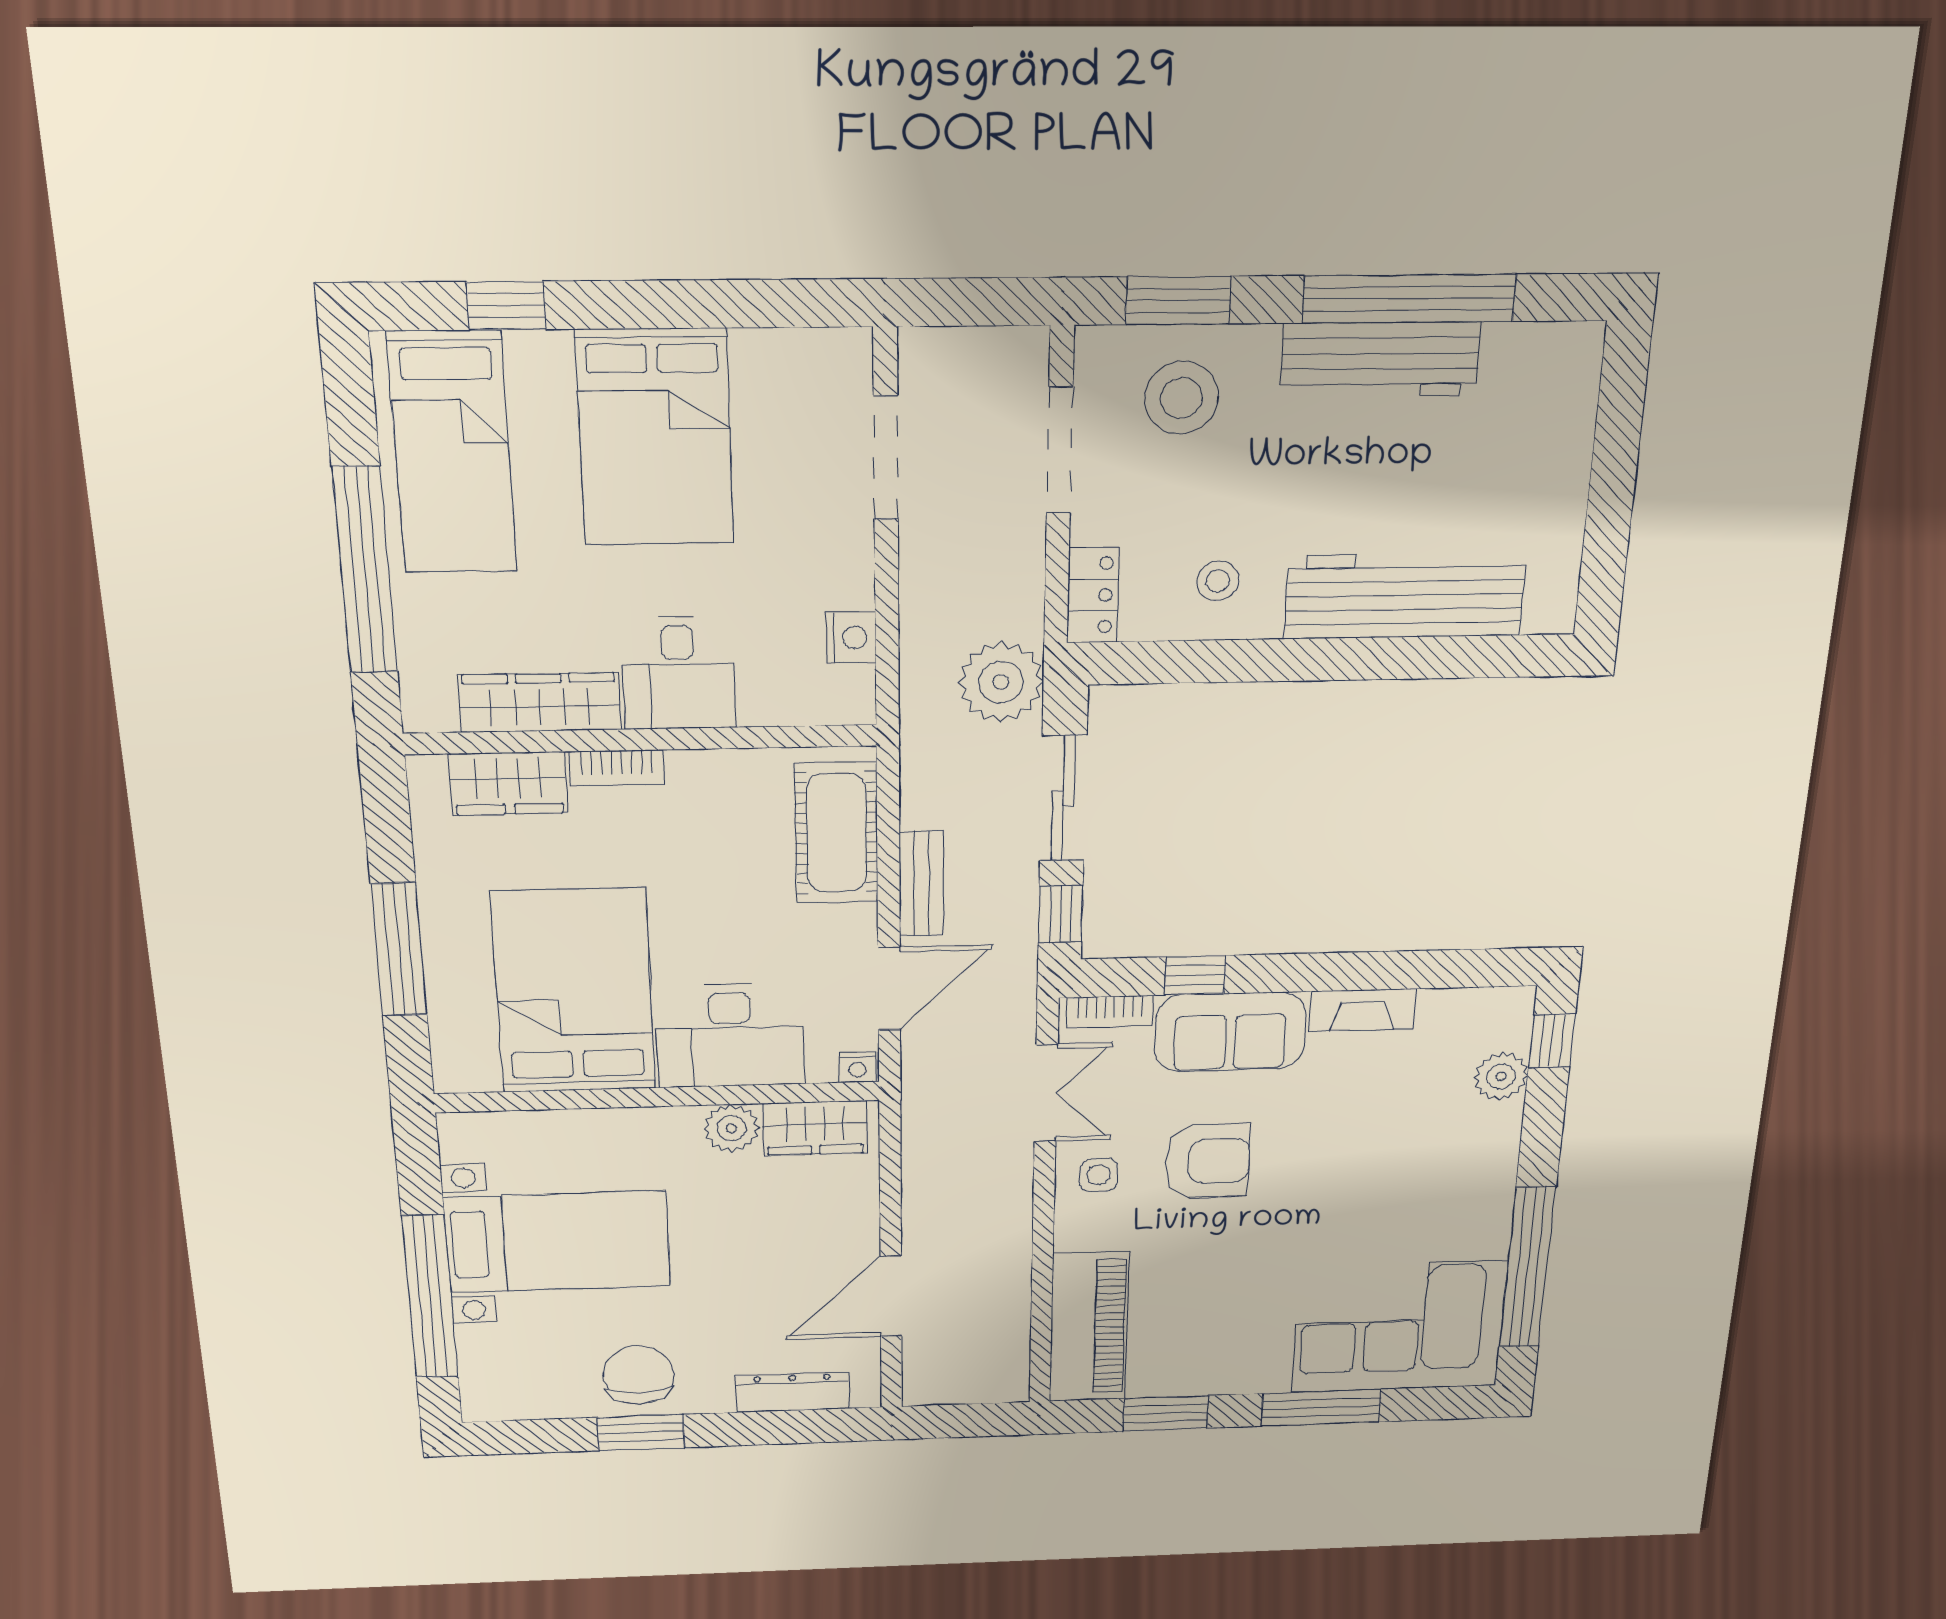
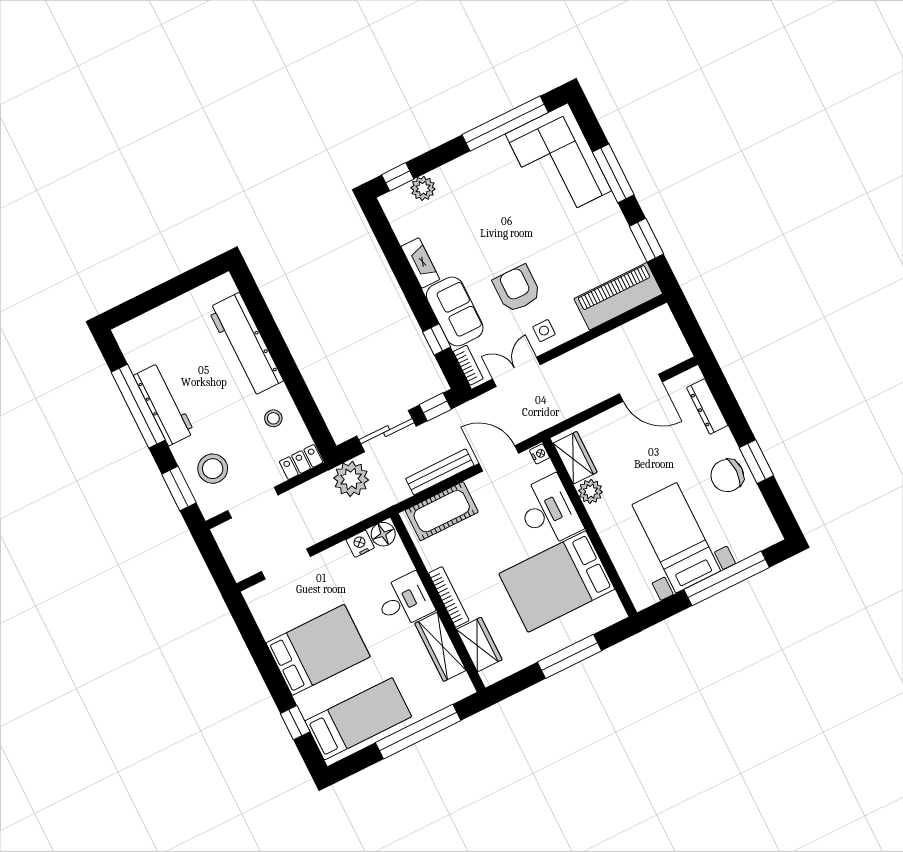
floor lamp: (847, 694) -> (383, 534), added
bookcase: (617, 768) -> (449, 597), width x1.56
bench: (921, 884) -> (440, 472), width x1.36

